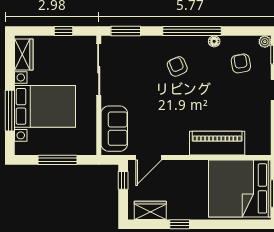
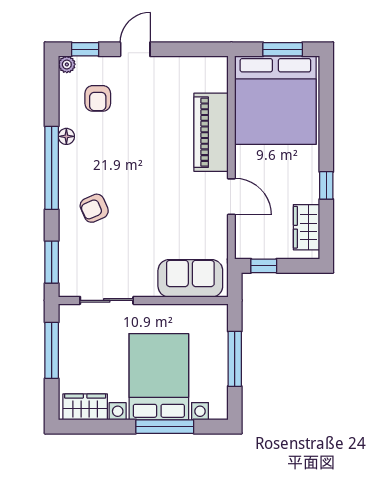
window: (64, 31) -> (52, 350), width x2.17
armchair: (241, 63) -> (98, 98), turned -80
armchair: (177, 66) -> (94, 208), moved
sliding door: (99, 70) -> (107, 300), width x0.73
door: (149, 157) -> (231, 197), moved

